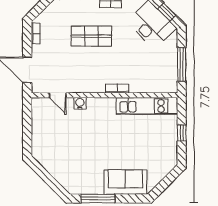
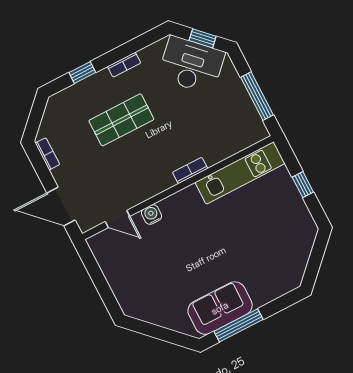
sofa: (125, 182) -> (220, 308), moved

